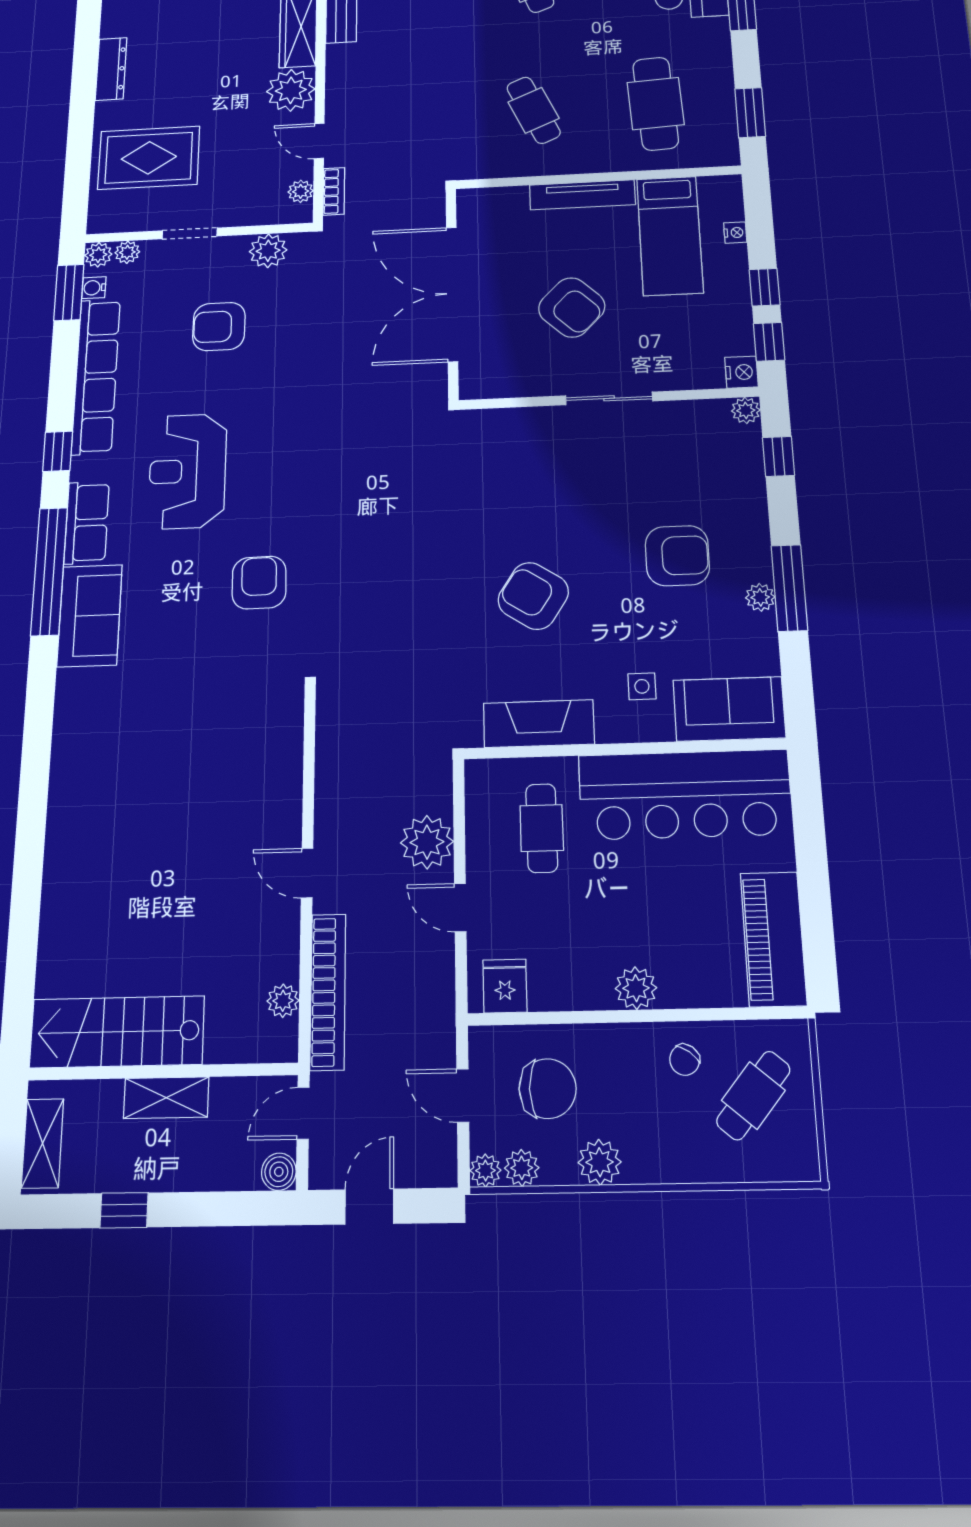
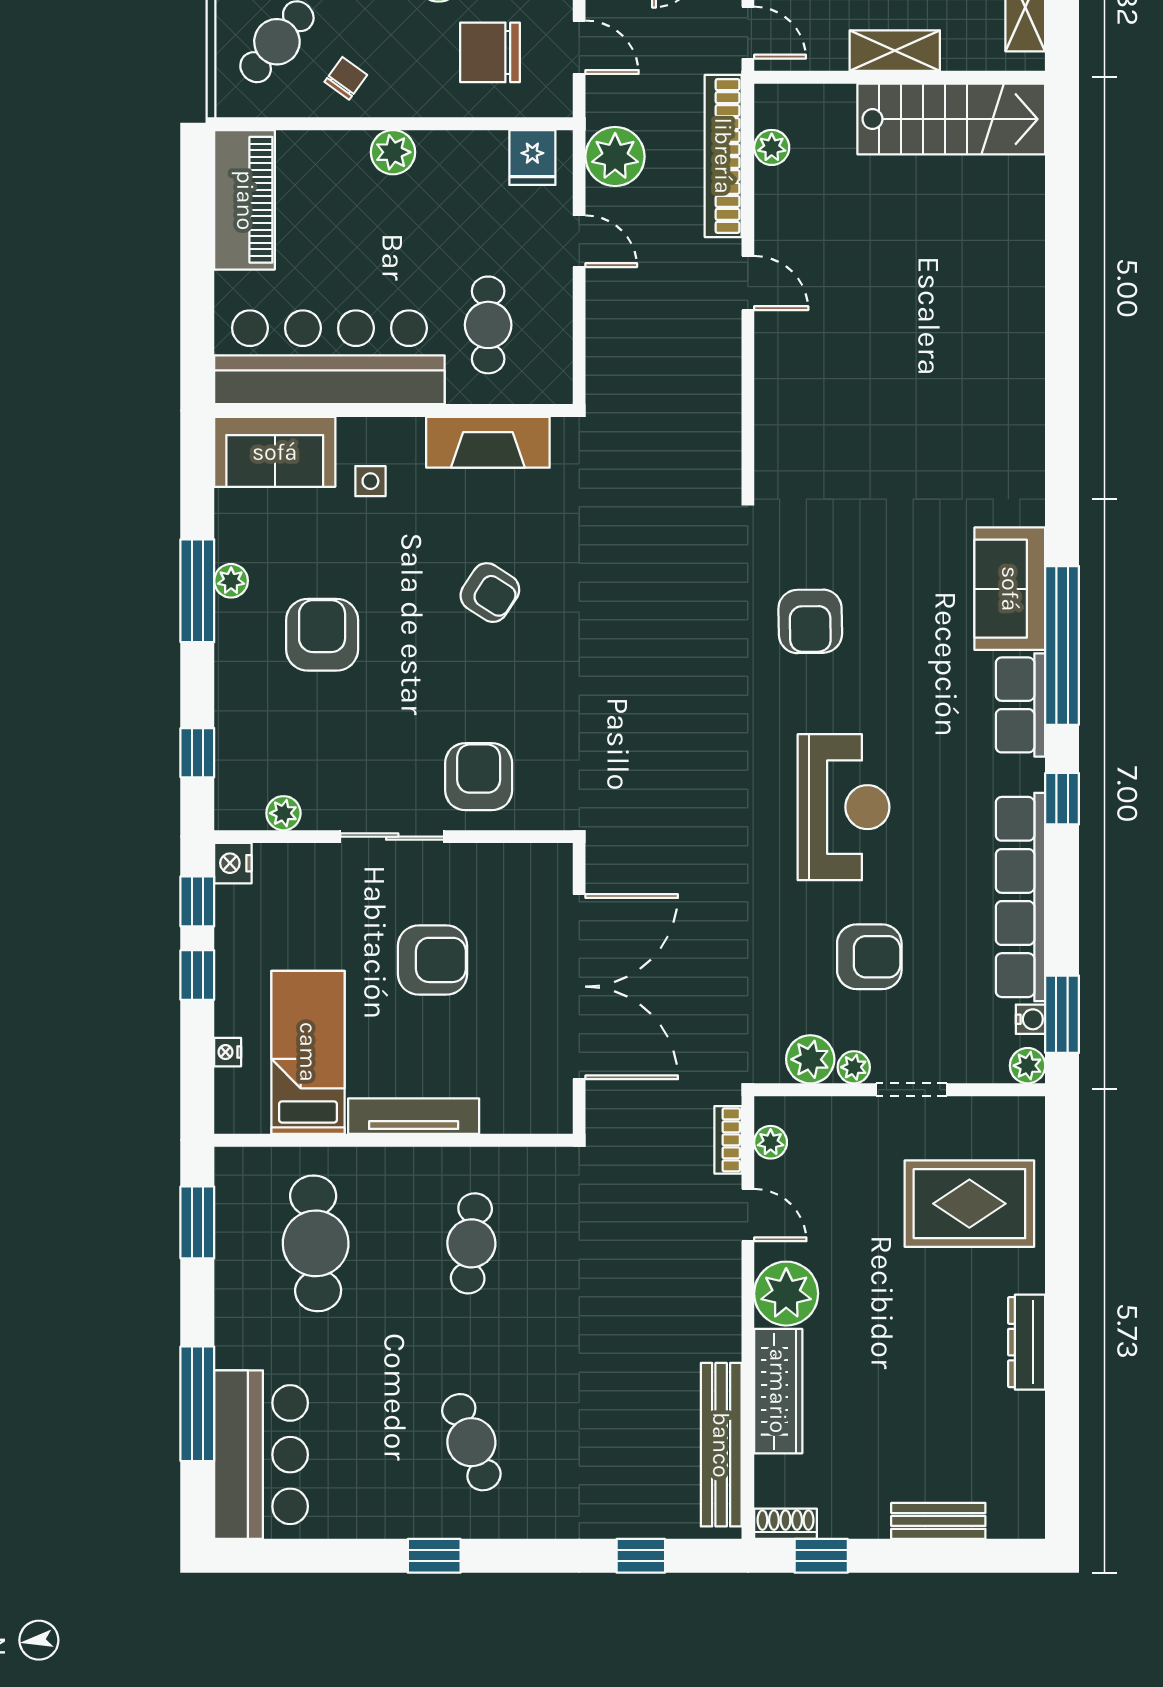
cafe table: (534, 110) -> (471, 1243), turned 30
plant: (127, 252) -> (854, 1067), moved
armchair: (572, 307) -> (433, 960), turned 136
plant: (746, 410) -> (283, 813), moved
armchair: (538, 448) -> (479, 777), added
reception desk: (188, 471) -> (844, 807), moved
armchair: (677, 556) -> (322, 635), turned 90
armchair: (533, 596) -> (490, 593), width x0.72, depth x0.72
plant: (427, 842) -> (615, 157), moved
door: (303, 1113) -> (748, 33), hinge flipped

